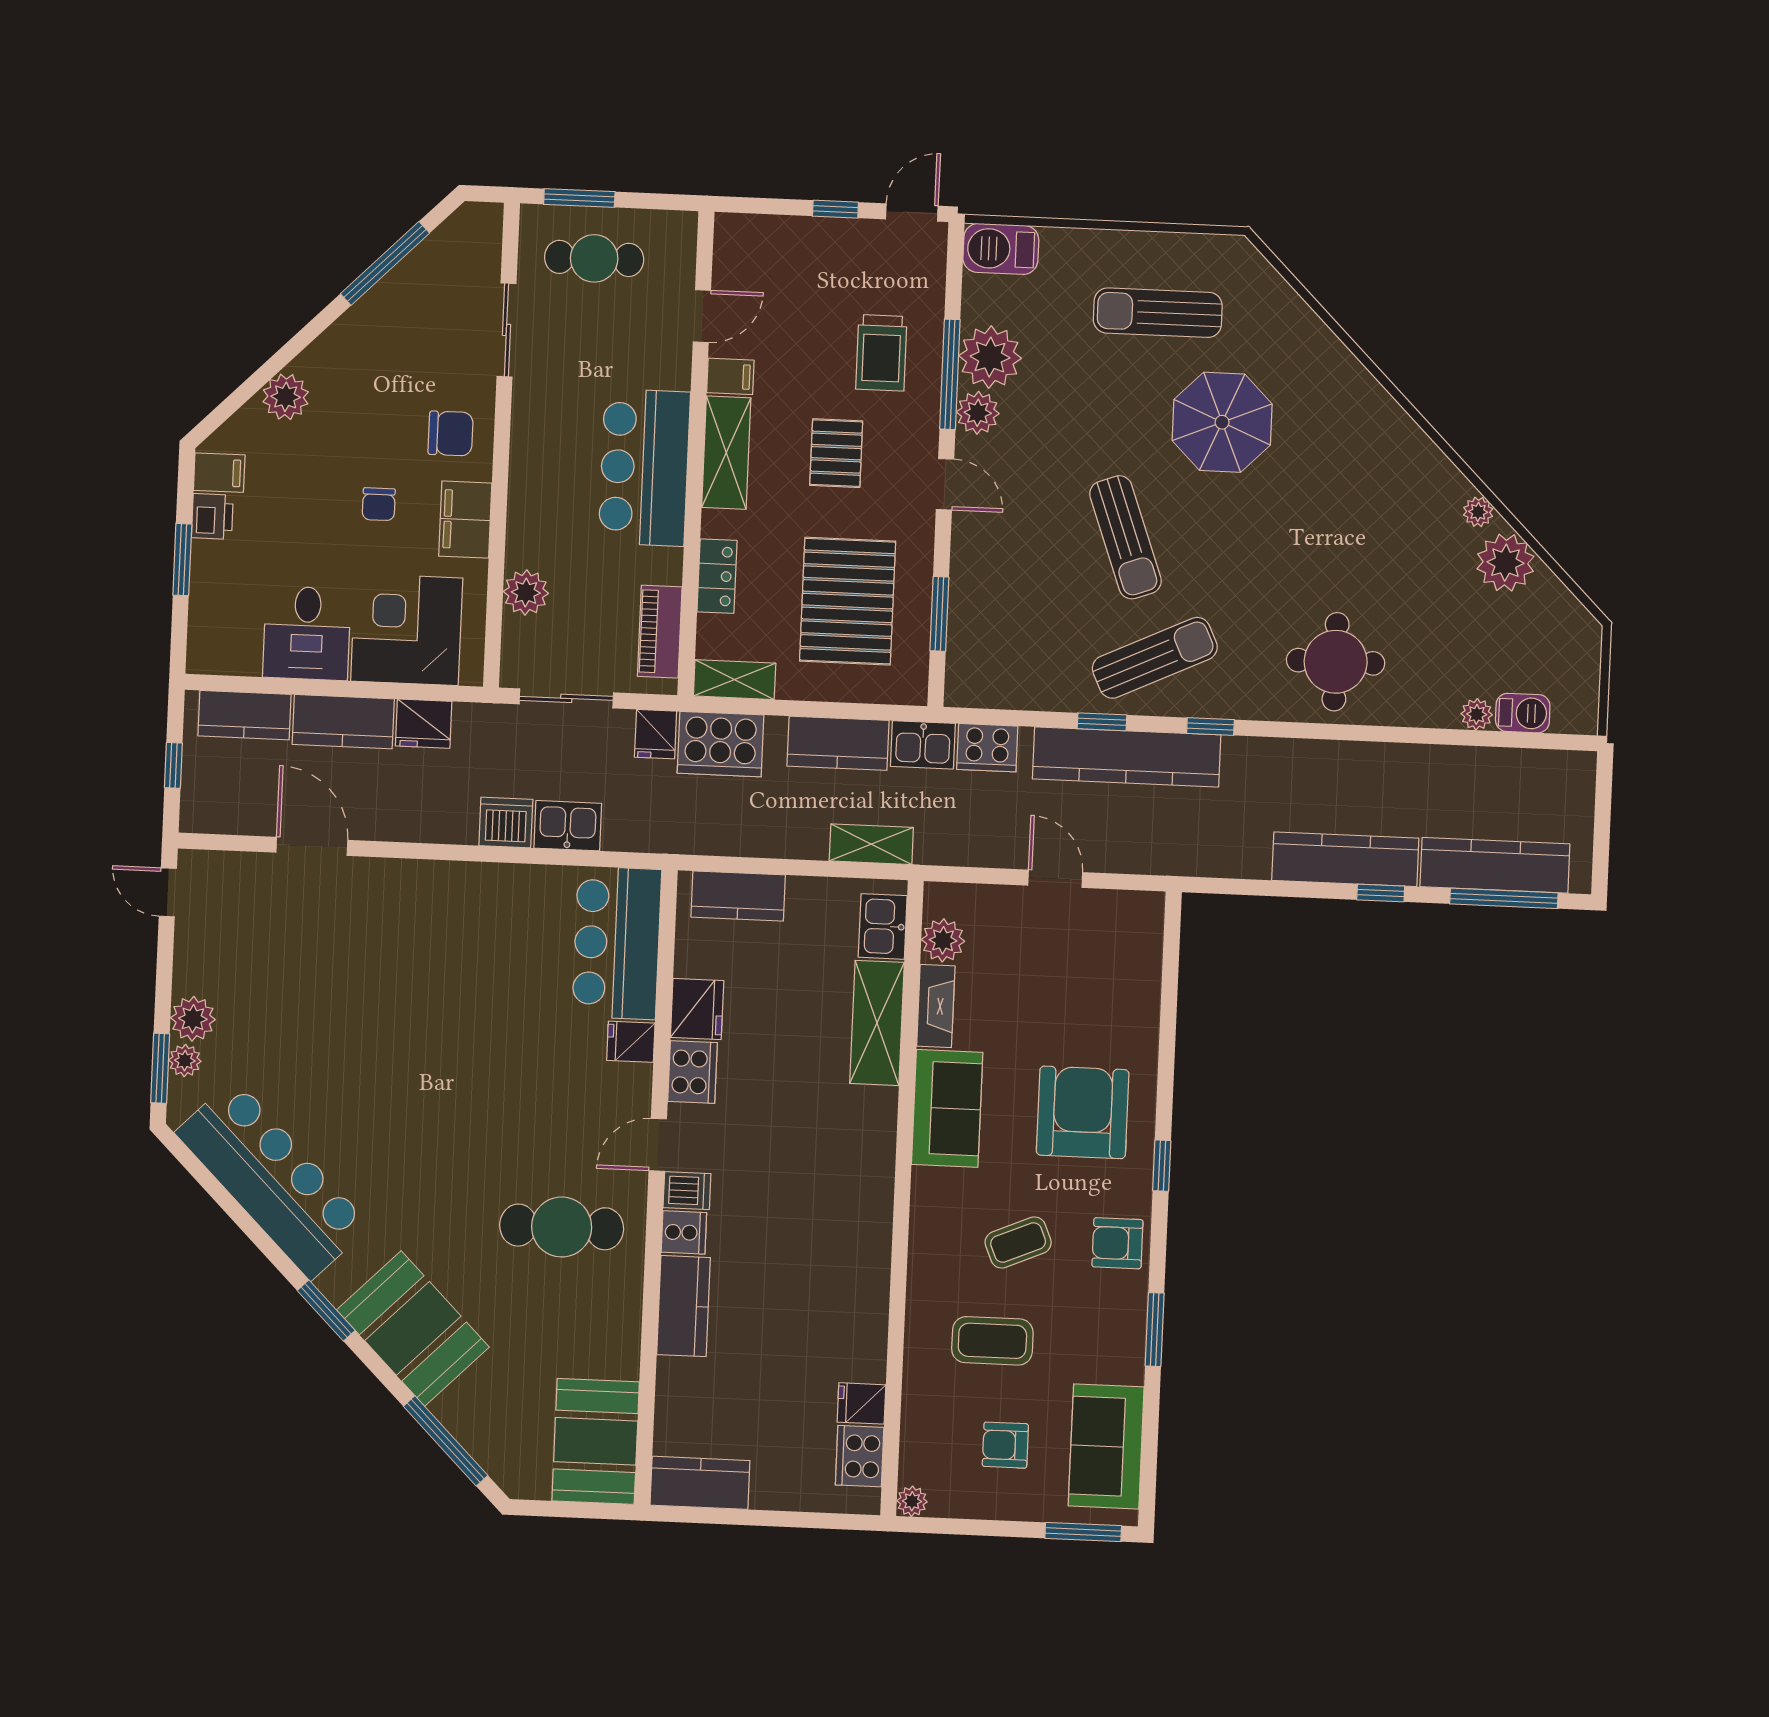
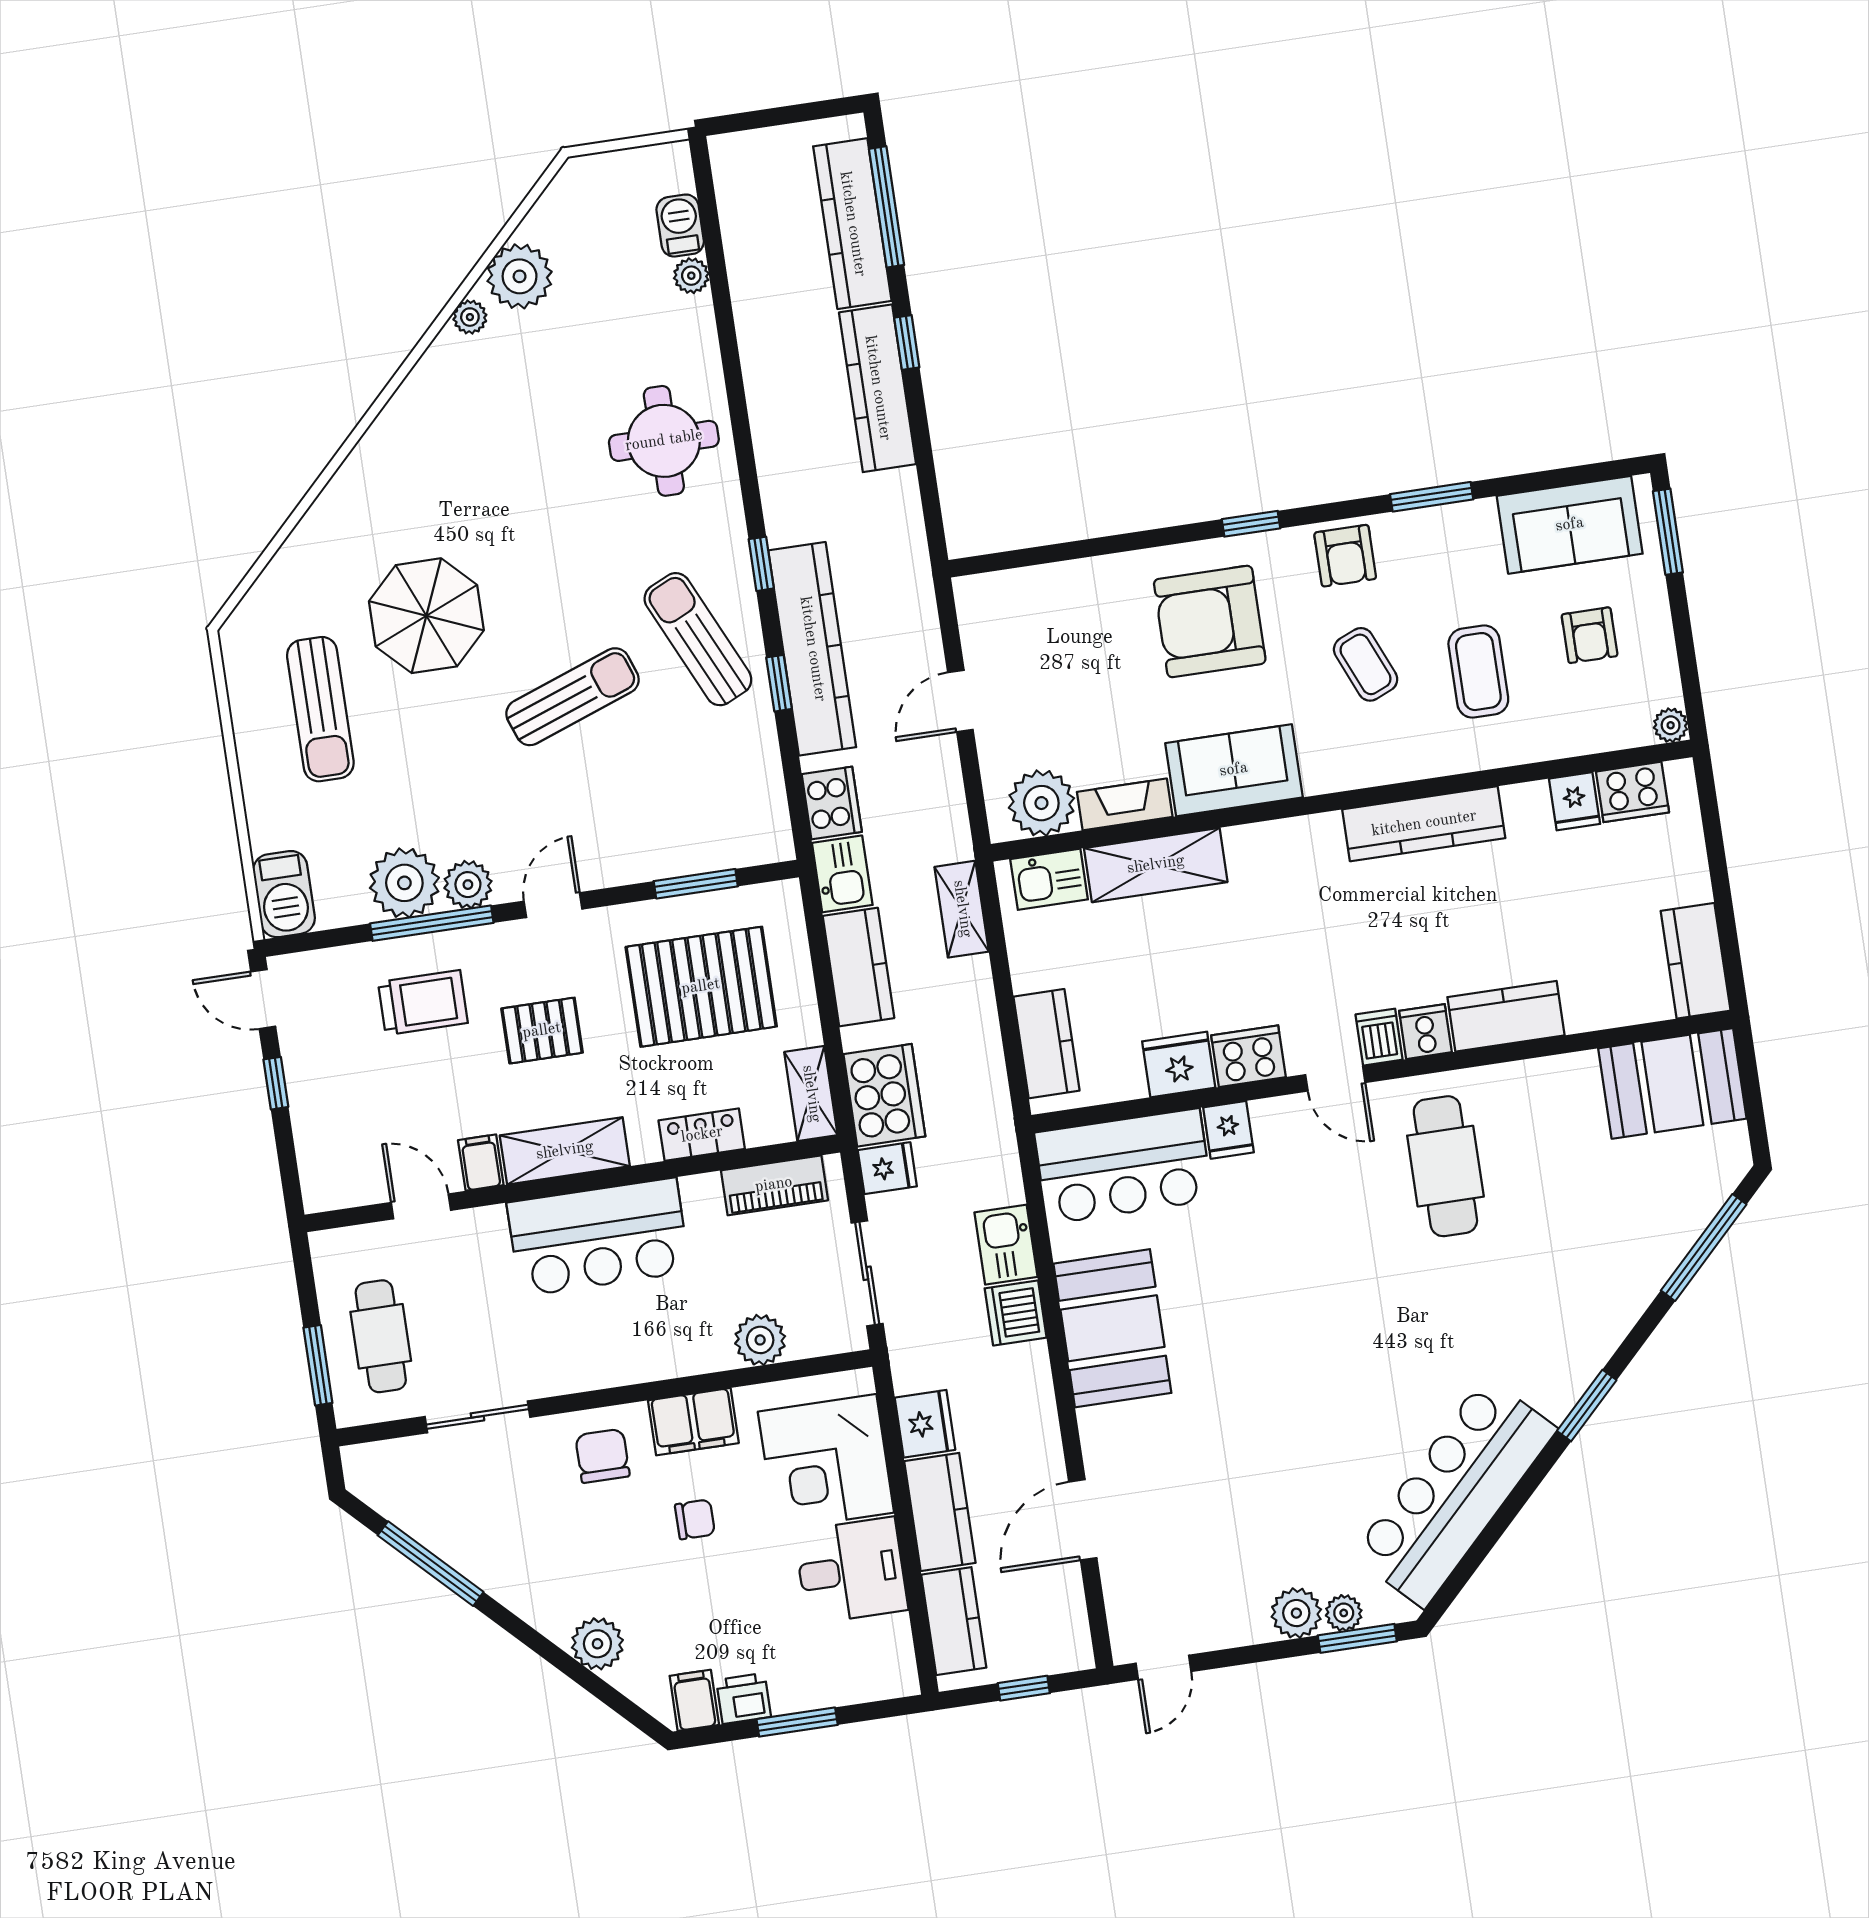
plant: (943, 940) -> (1041, 803), width x1.36, depth x1.36
kitchen counter: (867, 1267) -> (1424, 824), added
booth: (413, 1328) -> (1112, 1328), moved, turned -45

